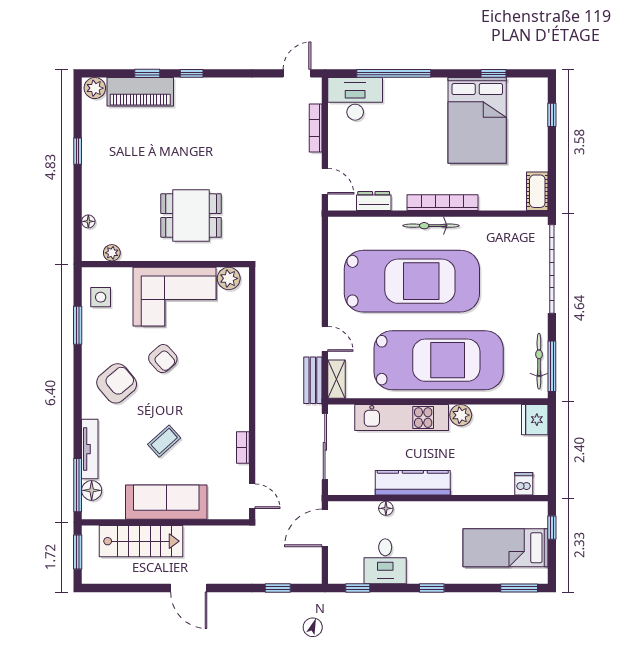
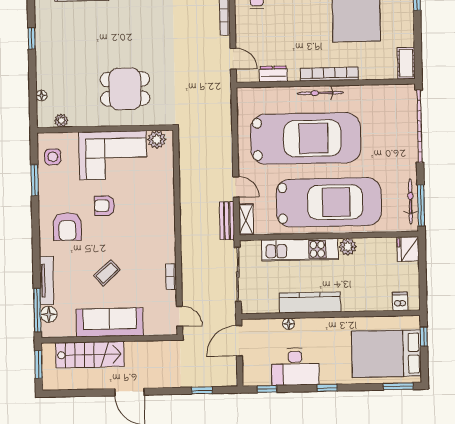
armchair: (163, 359) -> (104, 206), turned 132
armchair: (117, 383) -> (67, 227), turned 130
bed: (505, 548) -> (386, 354), width x1.50
desk: (385, 561) -> (295, 367), width x1.37

